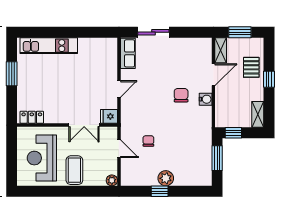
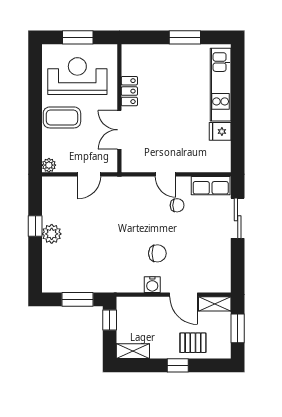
fridge: (109, 116) -> (220, 131), moved, turned -90
locker: (32, 117) -> (129, 91), moved
chair: (148, 141) -> (177, 205), moved
window: (12, 158) -> (78, 37), added

